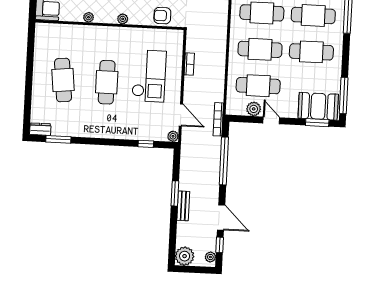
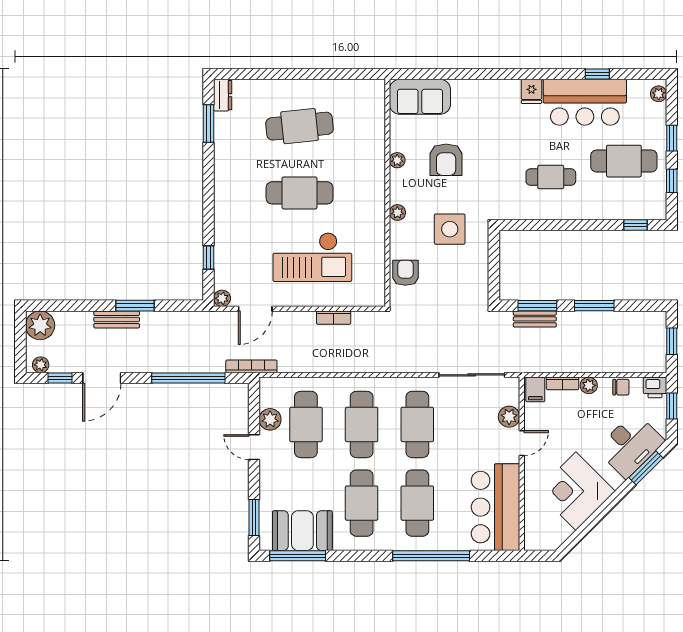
booth: (318, 106) -> (302, 531), moved, turned 90
door: (271, 120) -> (254, 447), swing flipped

